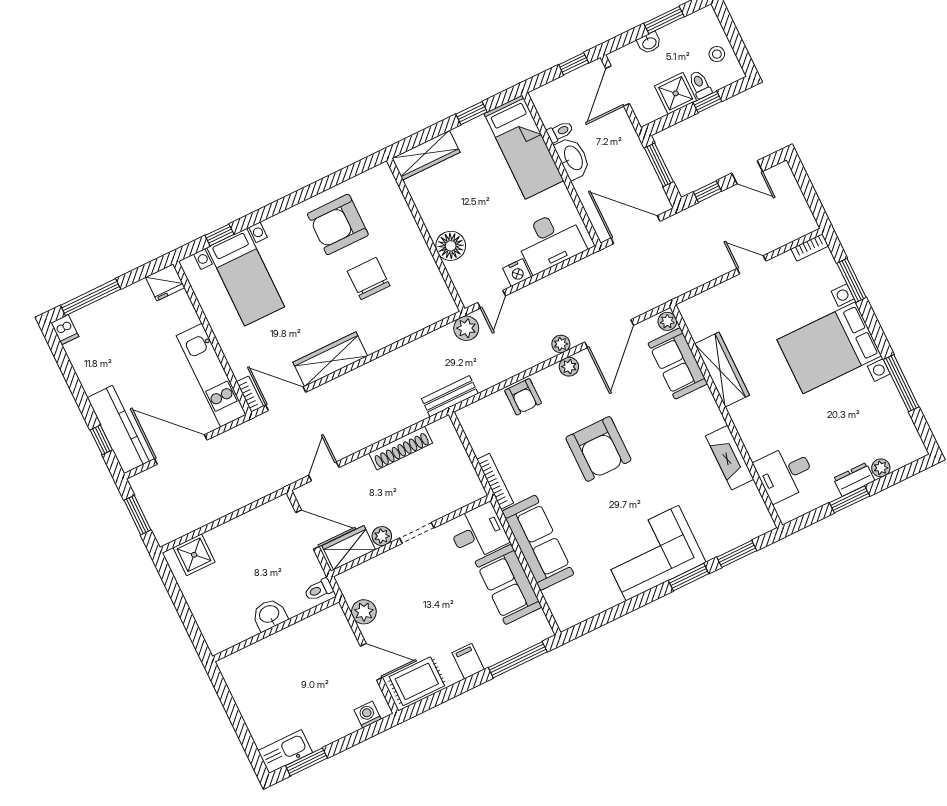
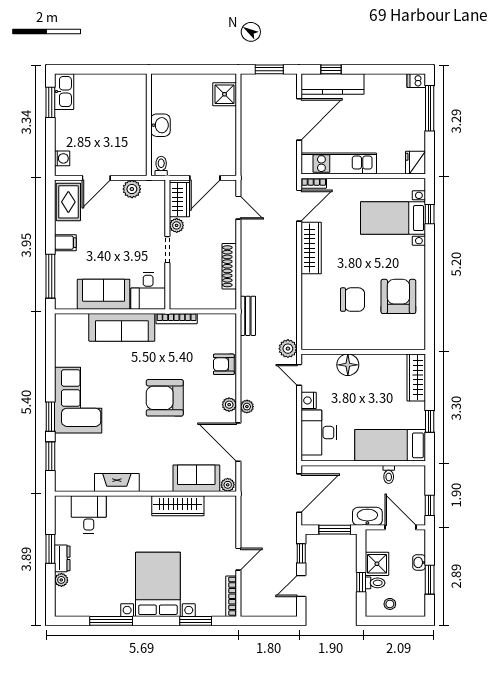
washbasin: (573, 158) -> (367, 516), moved, turned 180
bookcase: (810, 247) -> (231, 596), width x1.56

